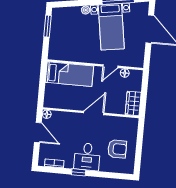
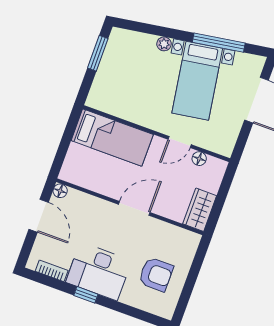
desk: (87, 157) -> (99, 271), width x1.37

